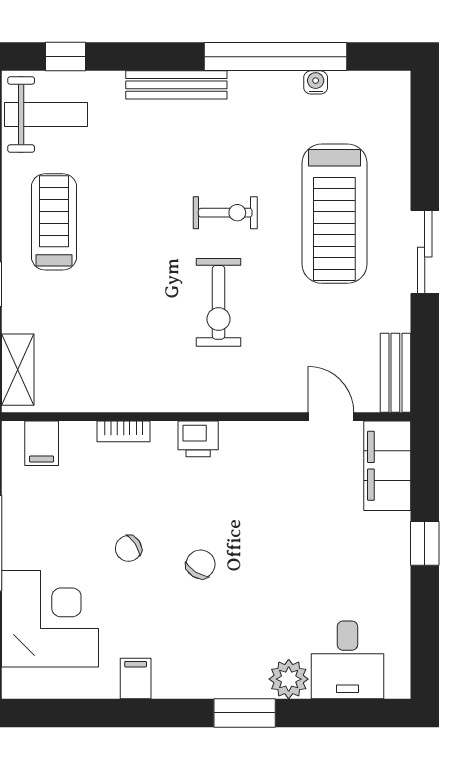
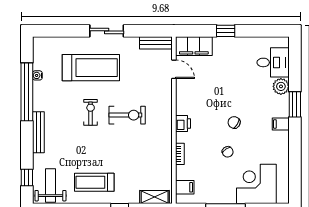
door: (331, 417) -> (174, 69), swing flipped
filing cabinet: (136, 678) -> (281, 124), moved

